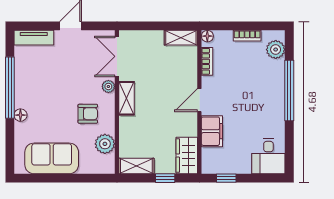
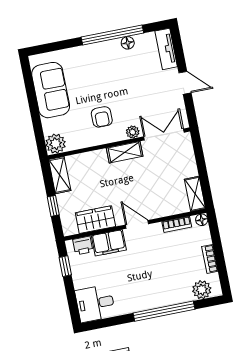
floor lamp: (20, 115) -> (128, 43), moved
plant: (105, 144) -> (56, 144), moved
wardrobe: (187, 156) -> (95, 220), moved
printer: (209, 157) -> (83, 245), added

